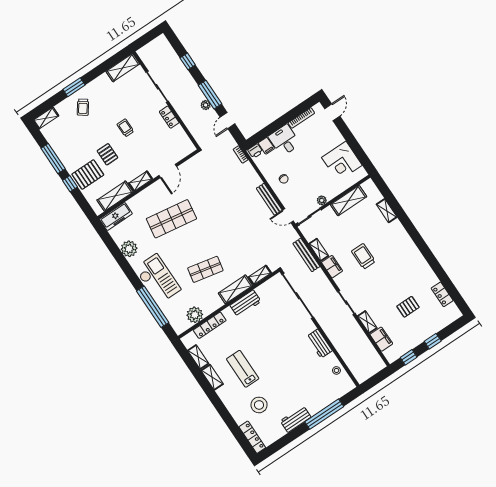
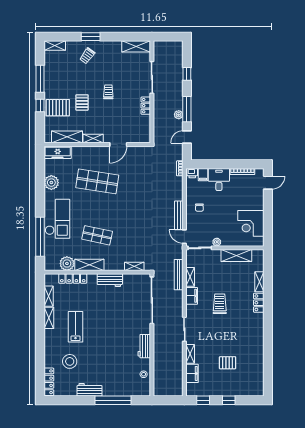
shelving: (235, 289) -> (89, 265), moved
locker: (442, 294) -> (259, 303), moved

